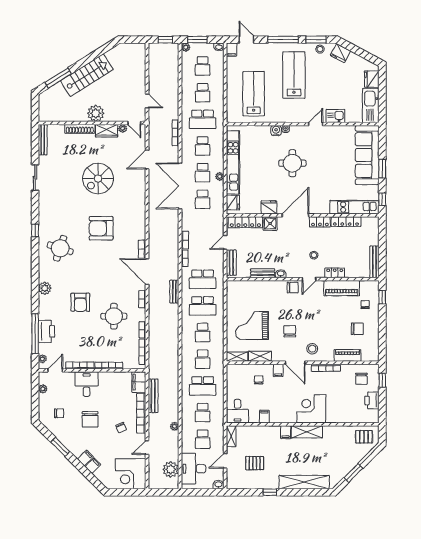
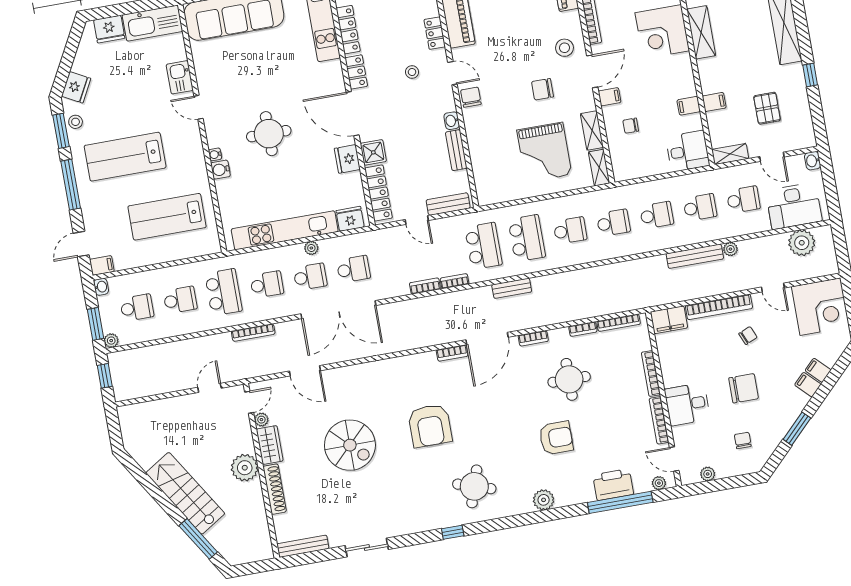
school desk: (203, 386) -> (657, 215), width x0.54
bench: (153, 396) -> (695, 256), moved
filing cabinet: (286, 432) -> (714, 102), moved

